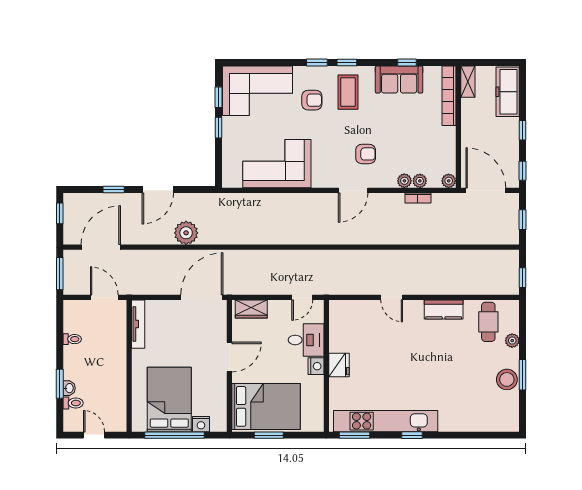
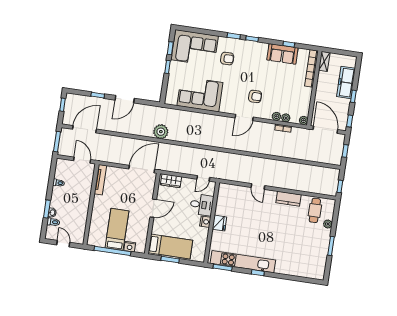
coffee table: (348, 92) -> (250, 57), removed
freezer: (508, 92) -> (346, 82), moved
plant: (186, 233) -> (161, 132), moved
stool: (507, 379) -> (321, 247), removed
bed: (169, 399) -> (117, 229), width x0.67
bed: (266, 406) -> (170, 246), width x0.67

